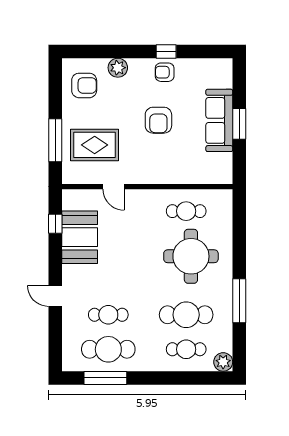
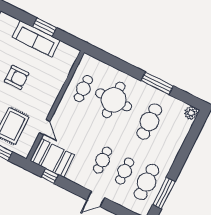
door: (113, 187) -> (45, 127), hinge flipped
booth: (80, 237) -> (52, 158), moved
cafe table: (186, 349) -> (103, 160), moved

